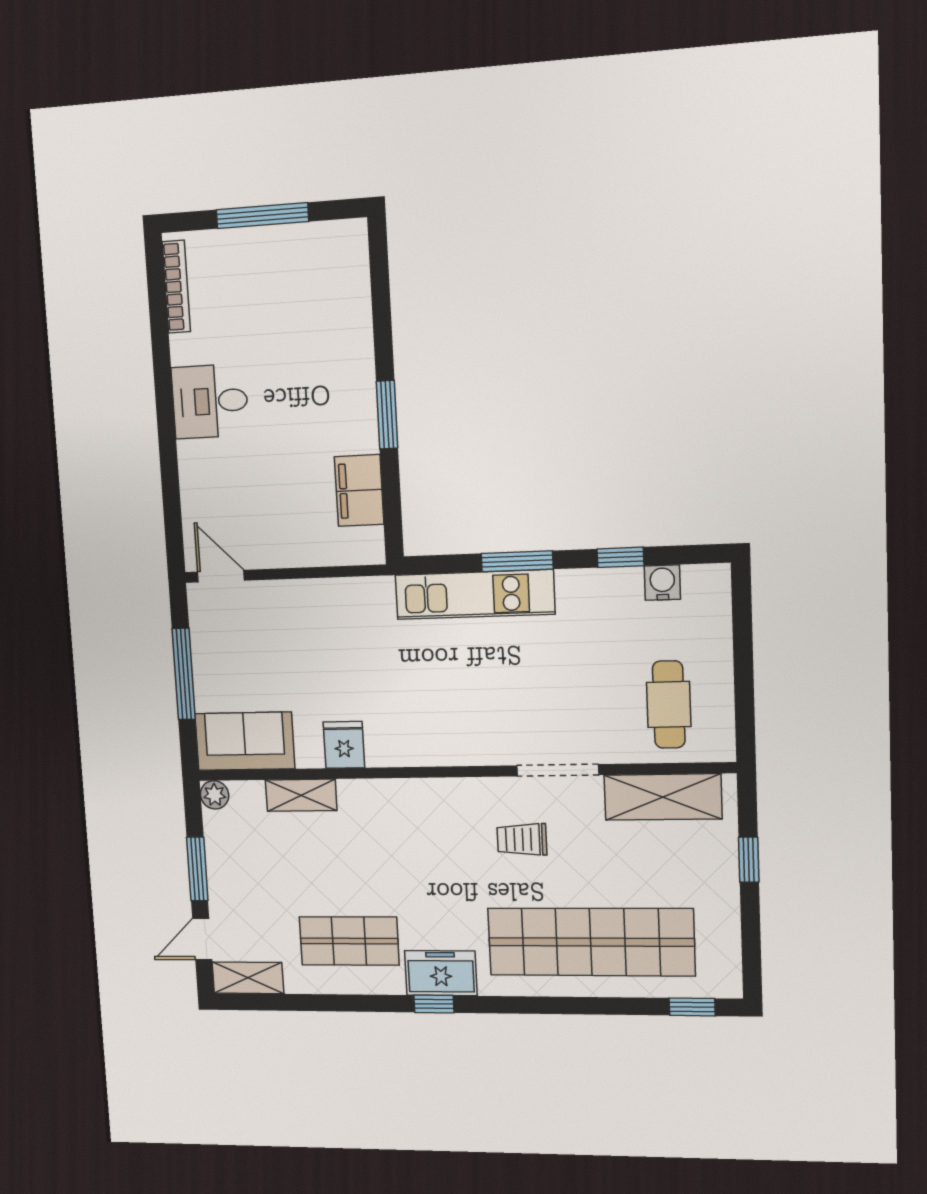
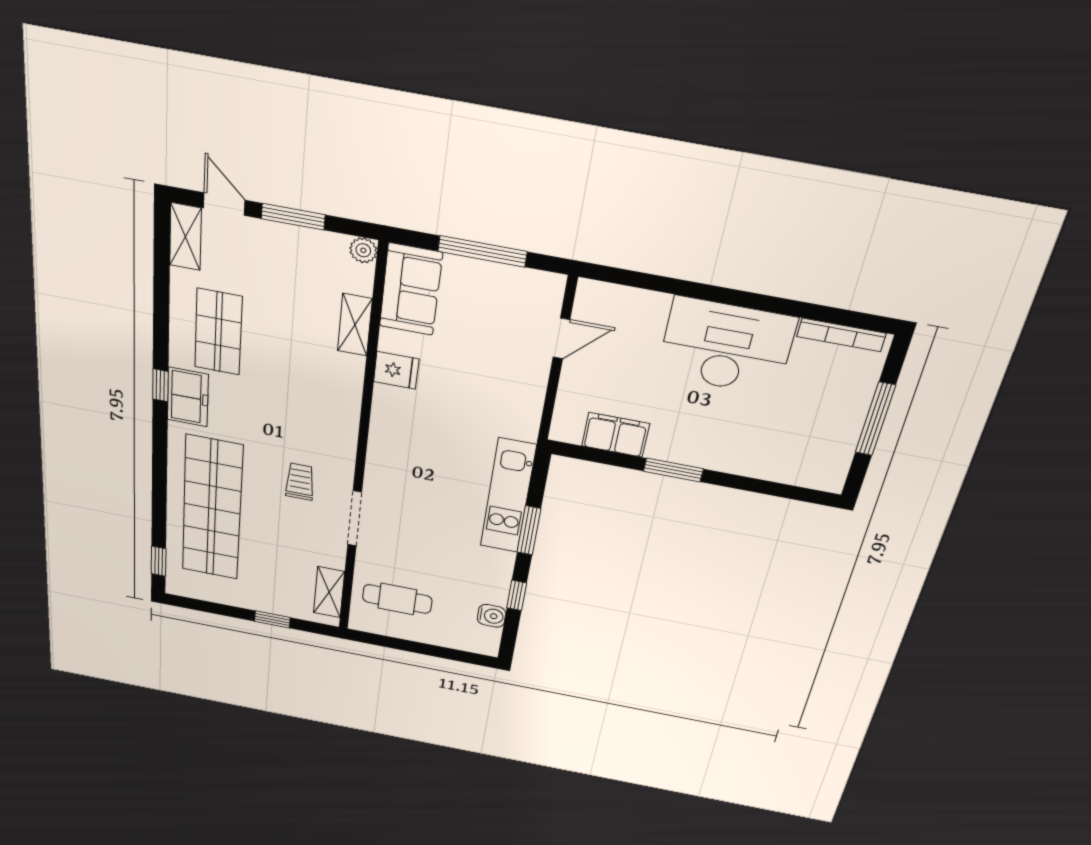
desk: (210, 401) -> (726, 346), width x1.87, depth x1.30
door: (221, 576) -> (561, 338), moved
shelving: (663, 797) -> (329, 592), width x0.67, depth x0.75

